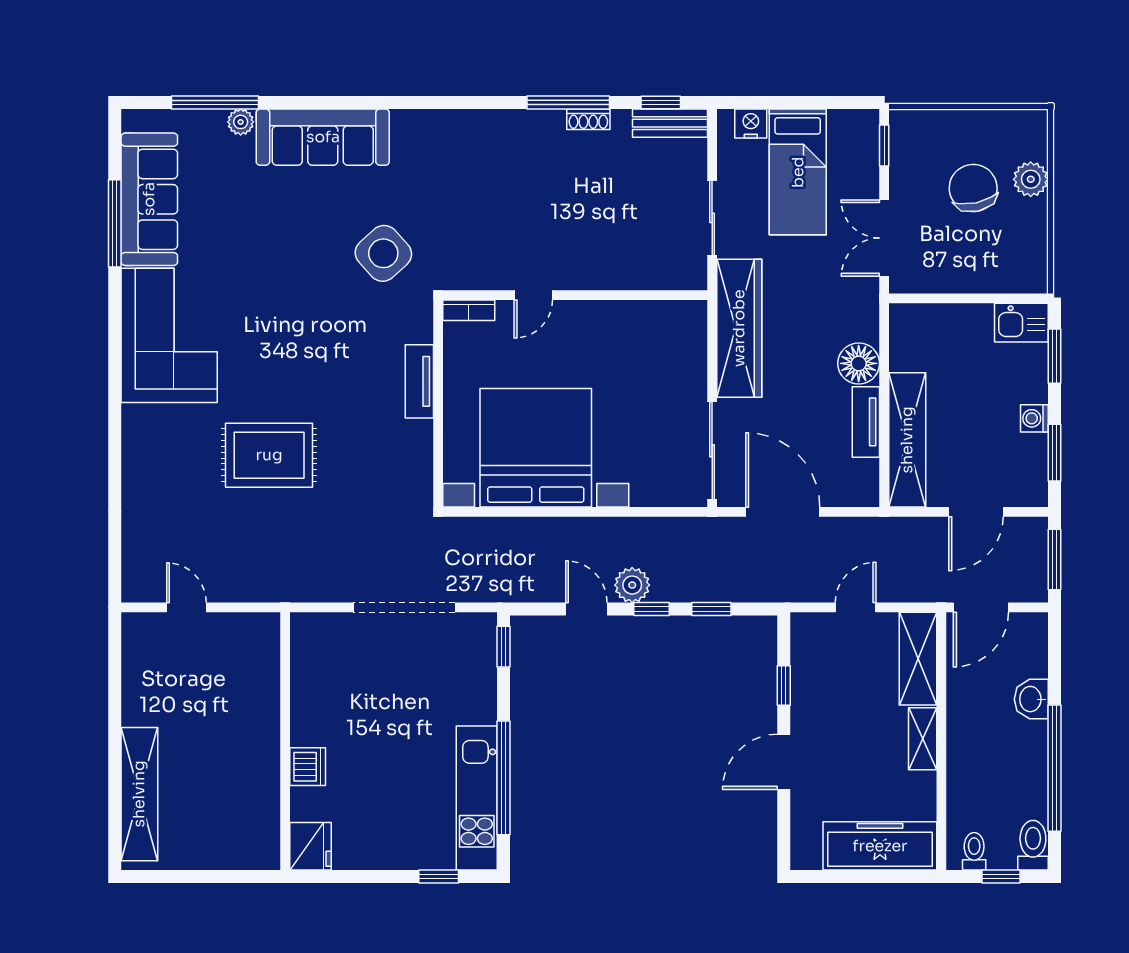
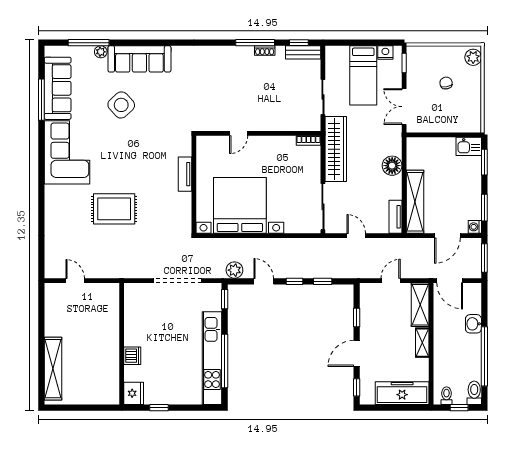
nightstand: (751, 123) -> (385, 53), moved
plant: (1031, 179) -> (473, 57), moved
chair: (973, 188) -> (446, 83), width x0.54, depth x0.54
side table: (383, 253) -> (121, 105), moved
bookcase: (469, 310) -> (308, 141), moved
washing machine: (1034, 418) -> (475, 227), moved
tv unit: (866, 422) -> (395, 217), moved
door: (783, 512) -> (356, 236), width x0.53
plant: (632, 585) -> (234, 270), moved
door: (981, 607) -> (450, 281), hinge flipped
kitchen unit: (477, 798) -> (212, 358), width x1.36
window: (784, 834) -> (357, 387), added
window: (439, 877) -> (159, 408), moved

